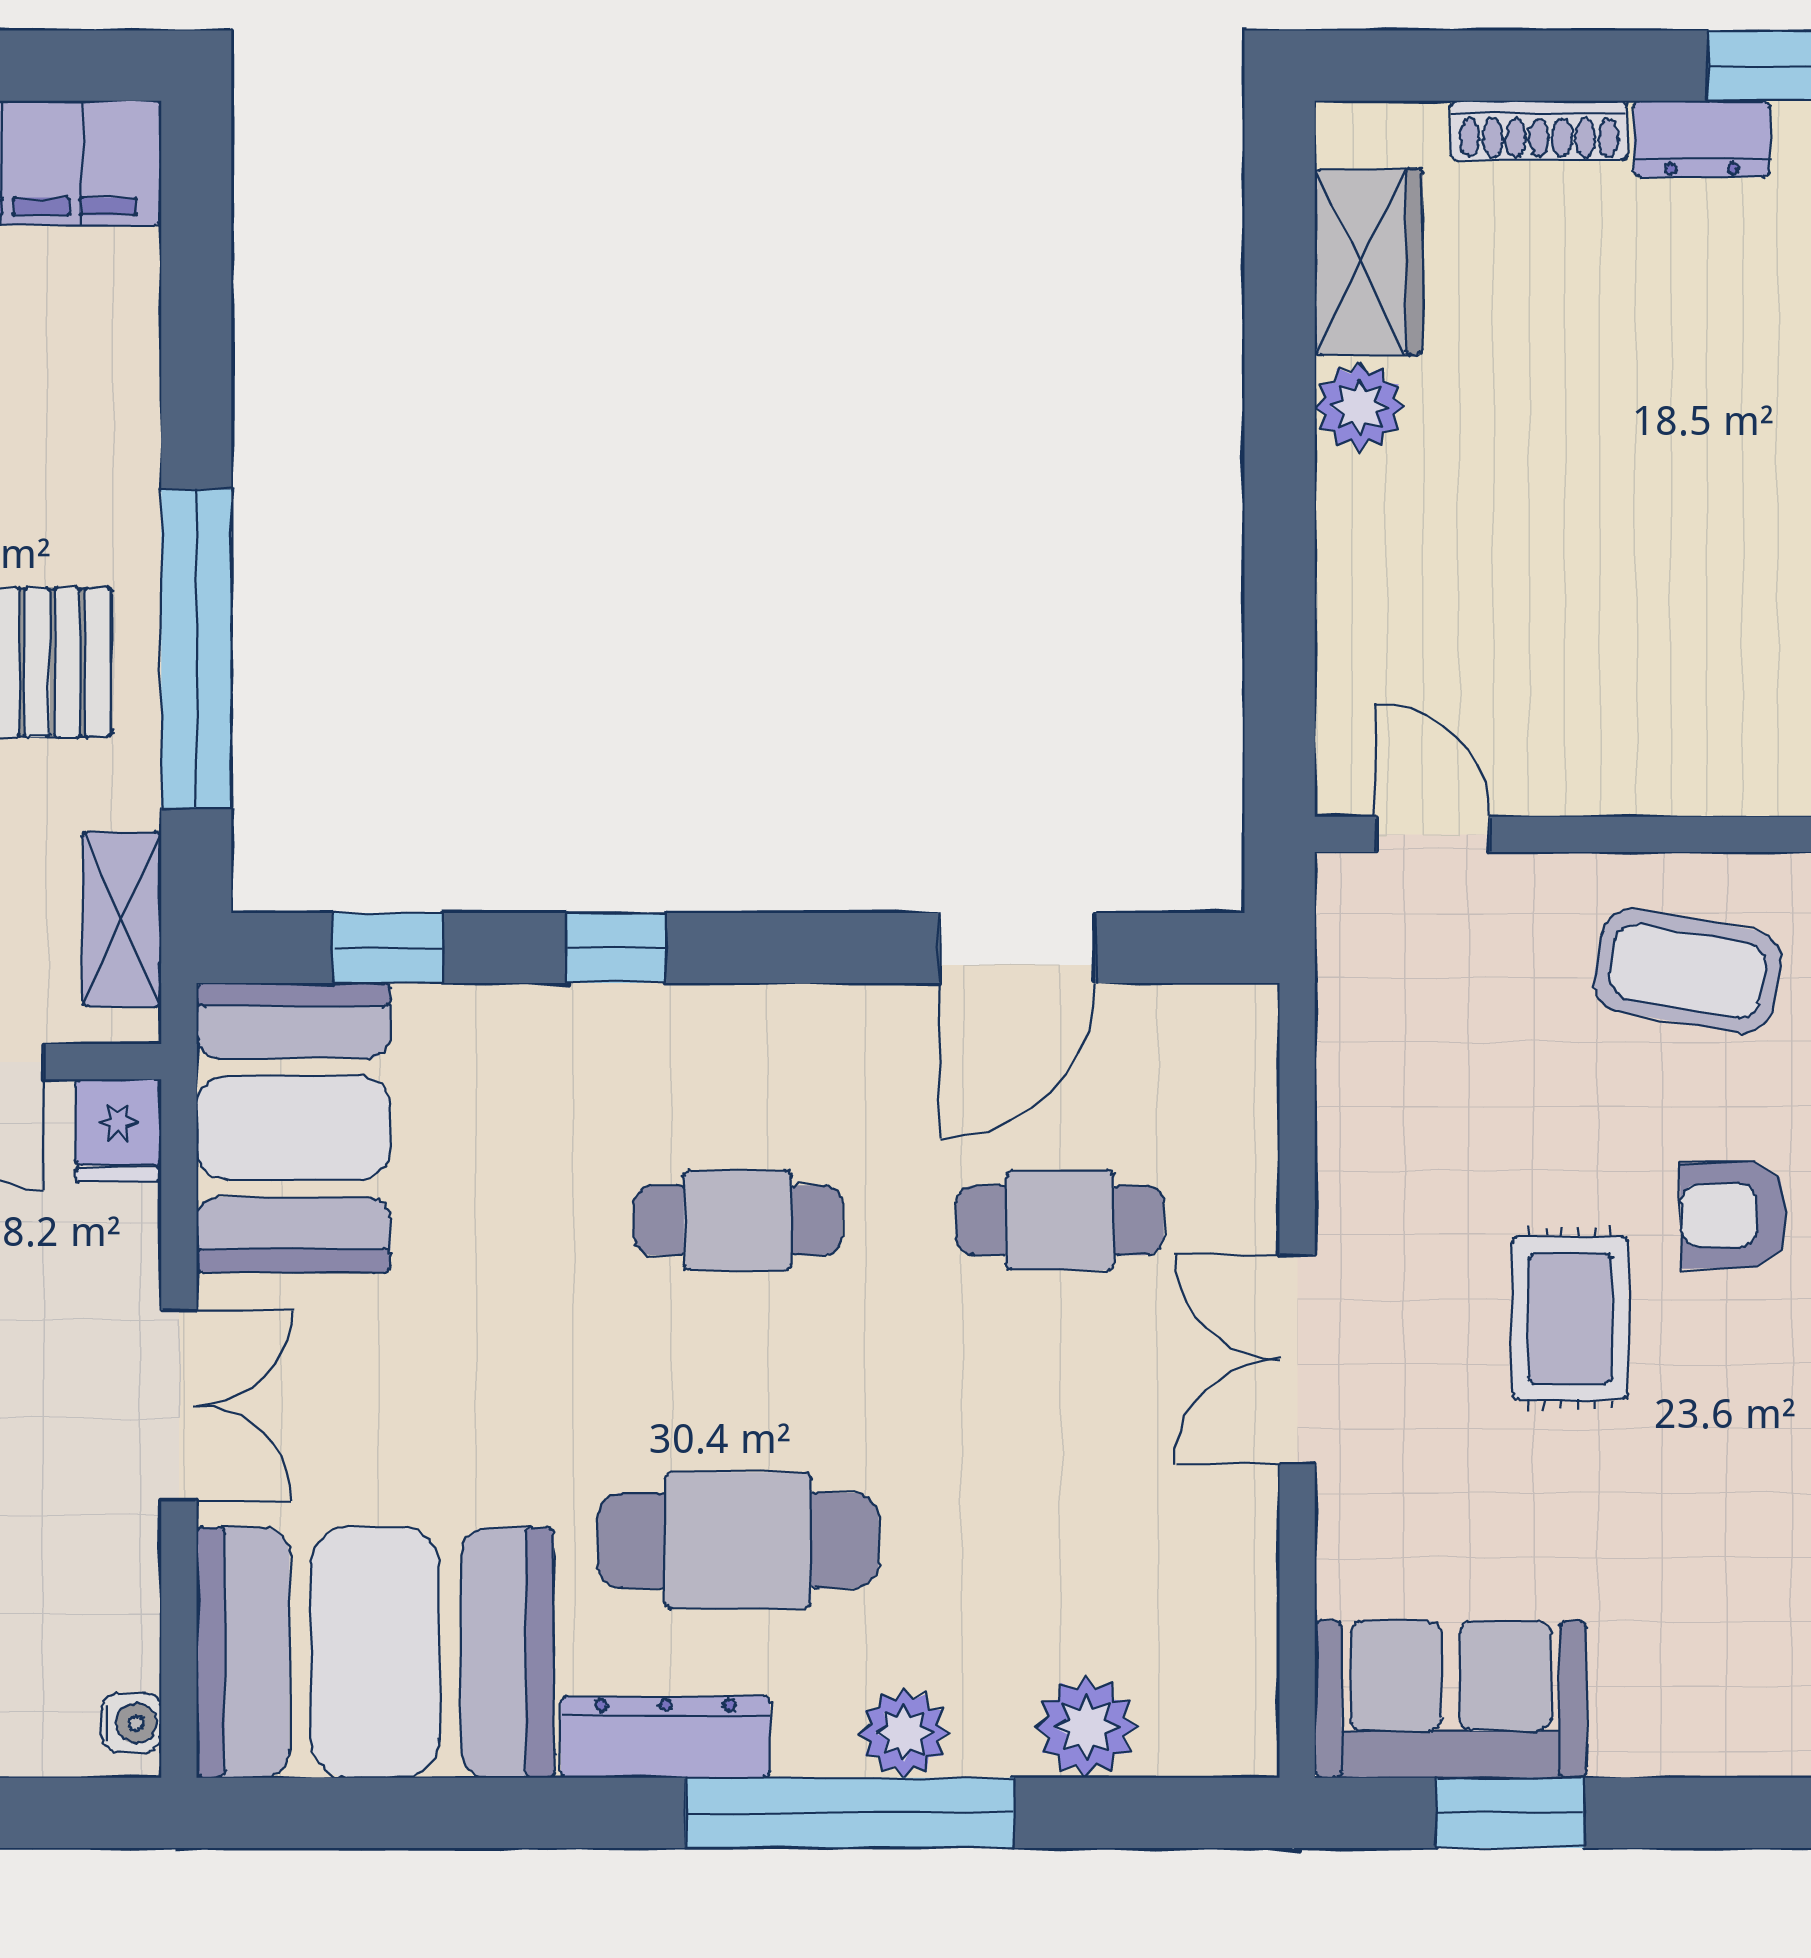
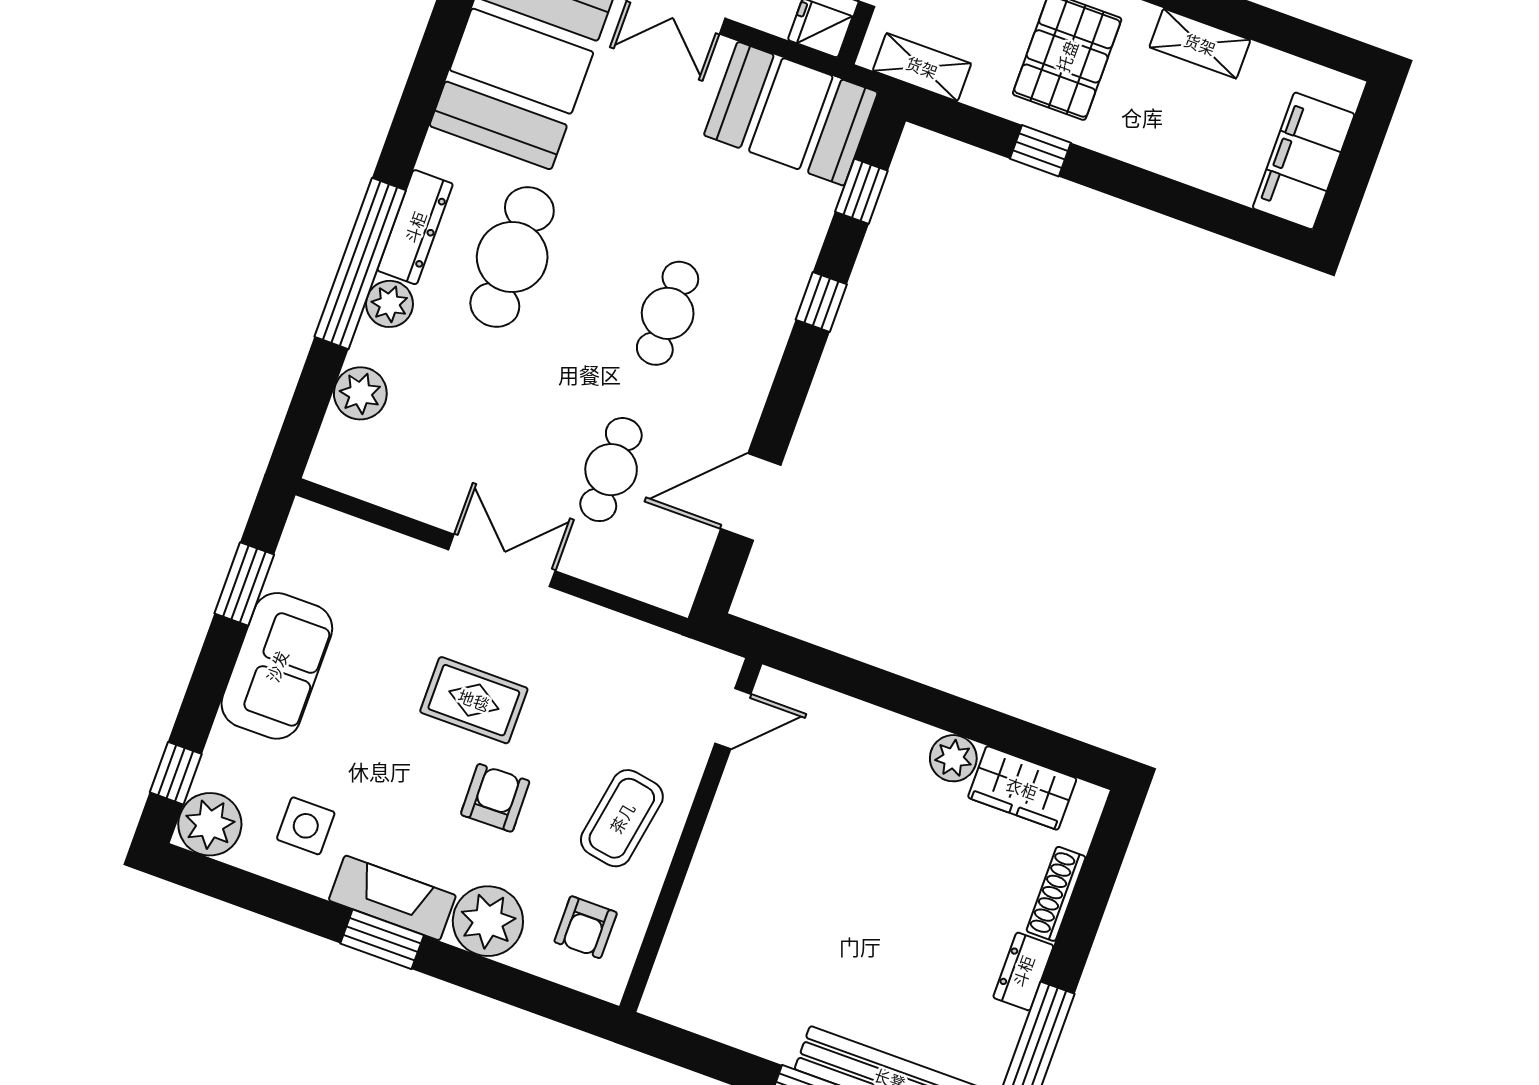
window: (196, 649) -> (1040, 151), width x0.32
door: (1018, 948) -> (751, 497), hinge flipped
sofa: (1451, 1699) -> (277, 666), moved
dresser: (665, 1737) -> (415, 227), moved

